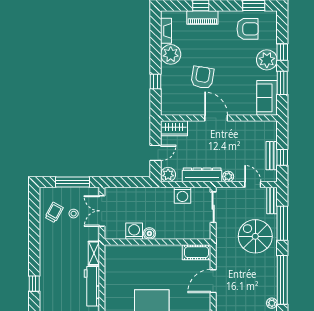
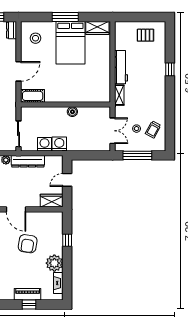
plant: (168, 175) -> (57, 162), removed
washing machine: (134, 231) -> (59, 144), moved, turned 180

